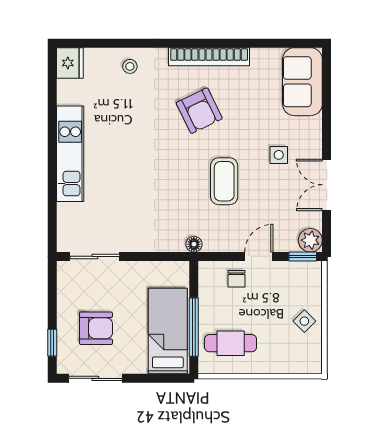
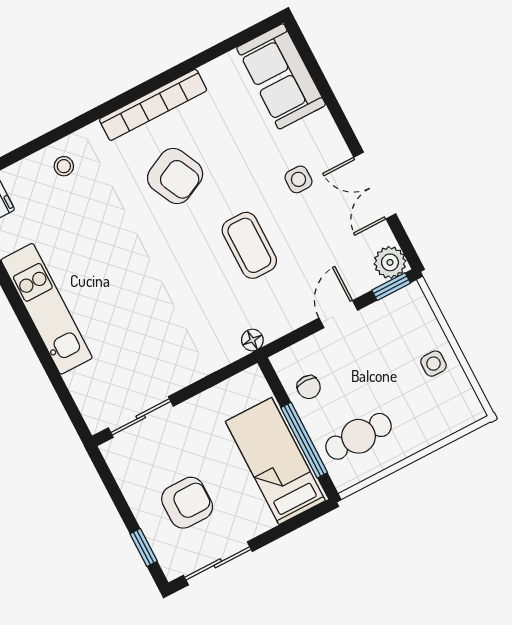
chair: (236, 279) -> (309, 387), moved
side table: (304, 321) -> (434, 364), turned 45

